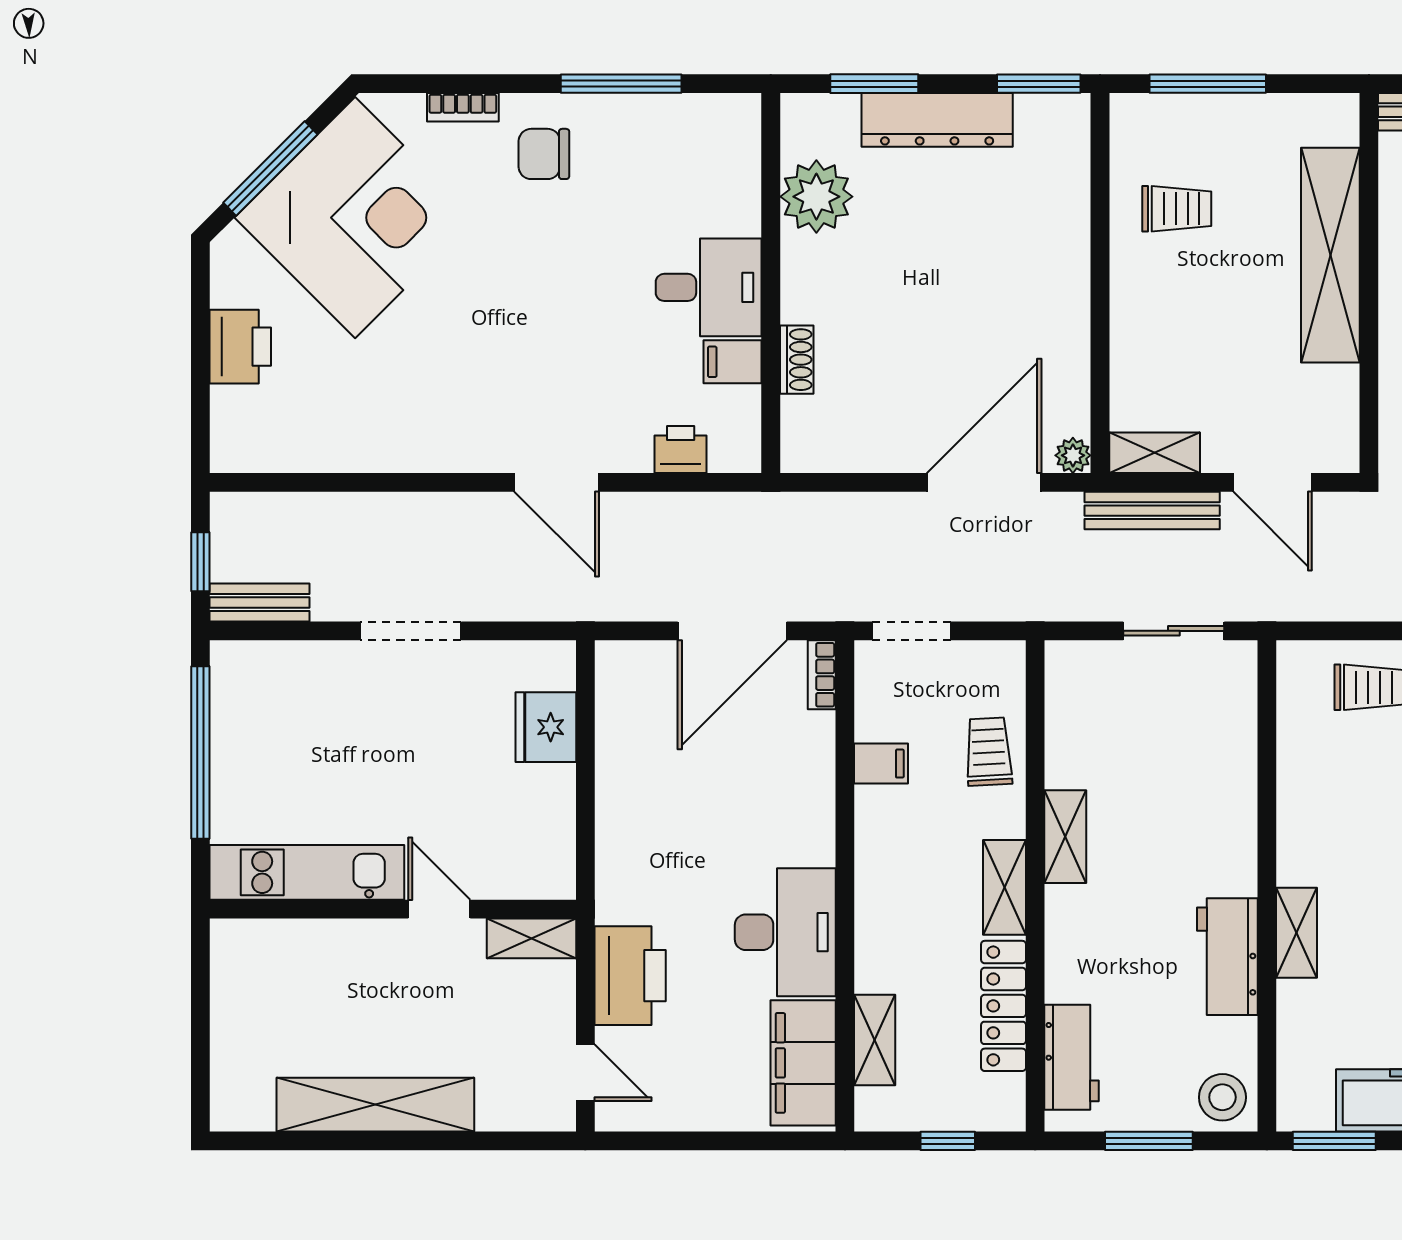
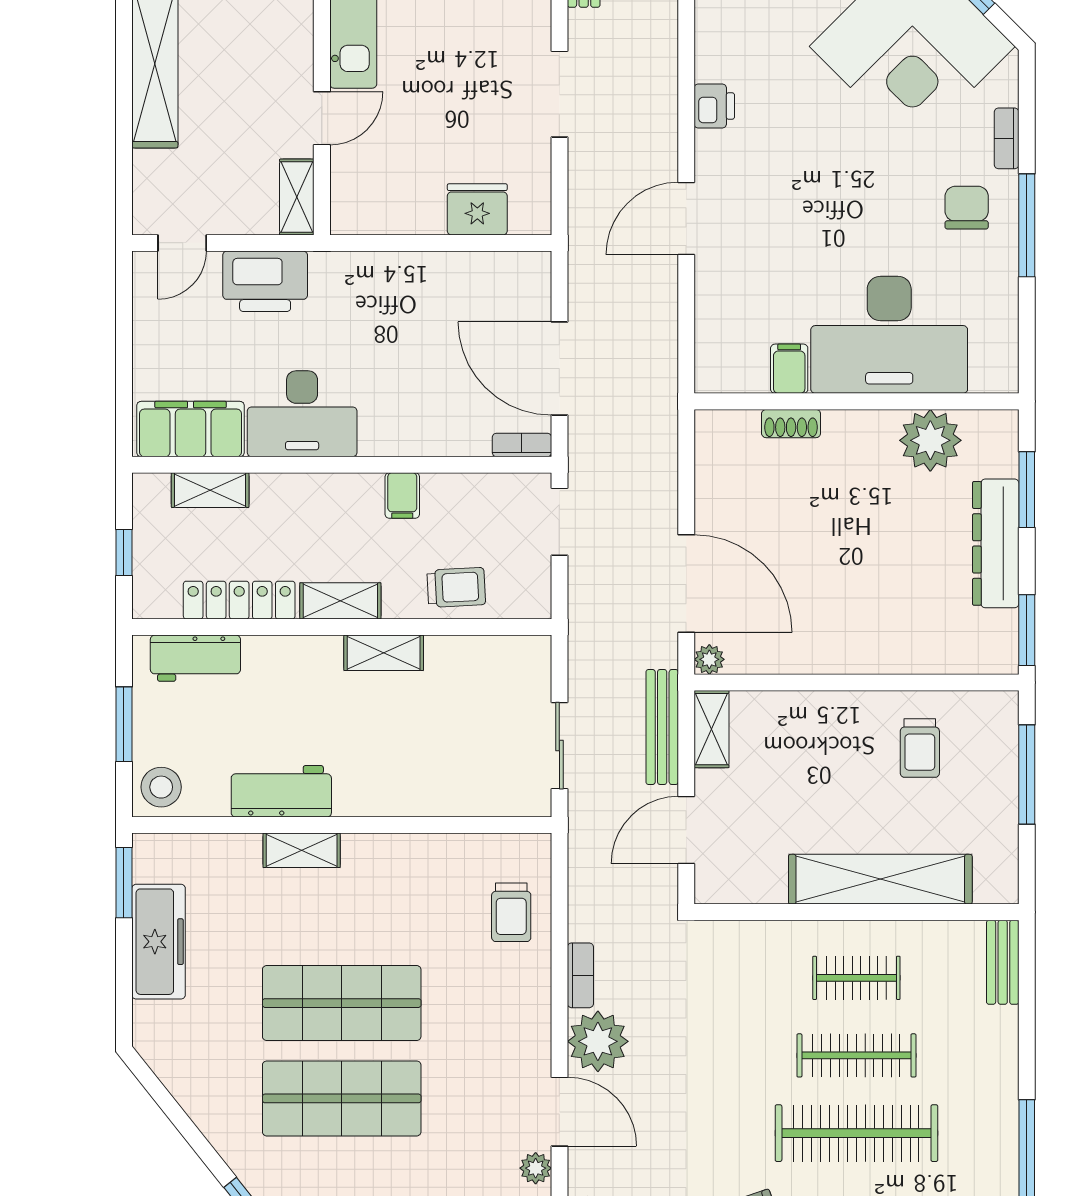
window: (621, 84) -> (1027, 225), moved
desk: (709, 287) -> (889, 335), width x1.87, depth x1.30
printer: (681, 450) -> (714, 106), moved
filing cabinet: (881, 764) -> (402, 496), moved

